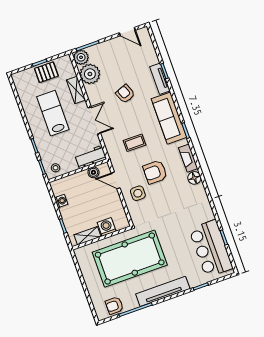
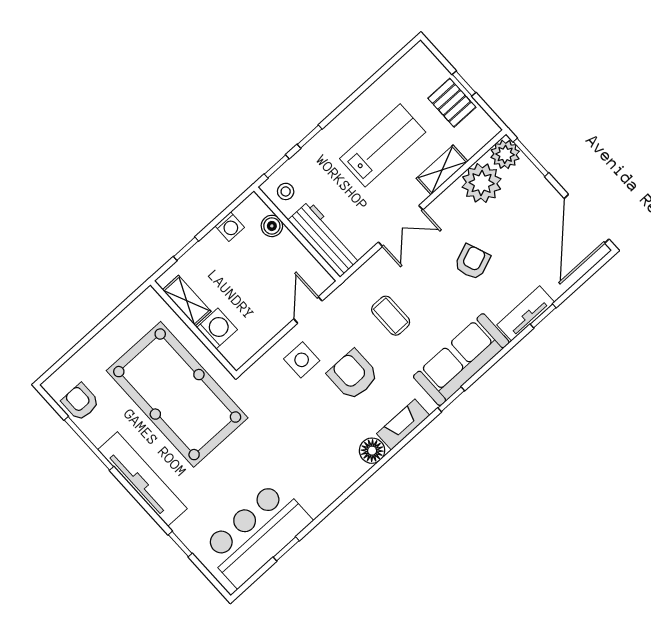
door: (127, 32) -> (587, 219), width x1.87
workbench: (91, 157) -> (325, 239), width x1.38
boiler: (93, 172) -> (272, 226), moved

